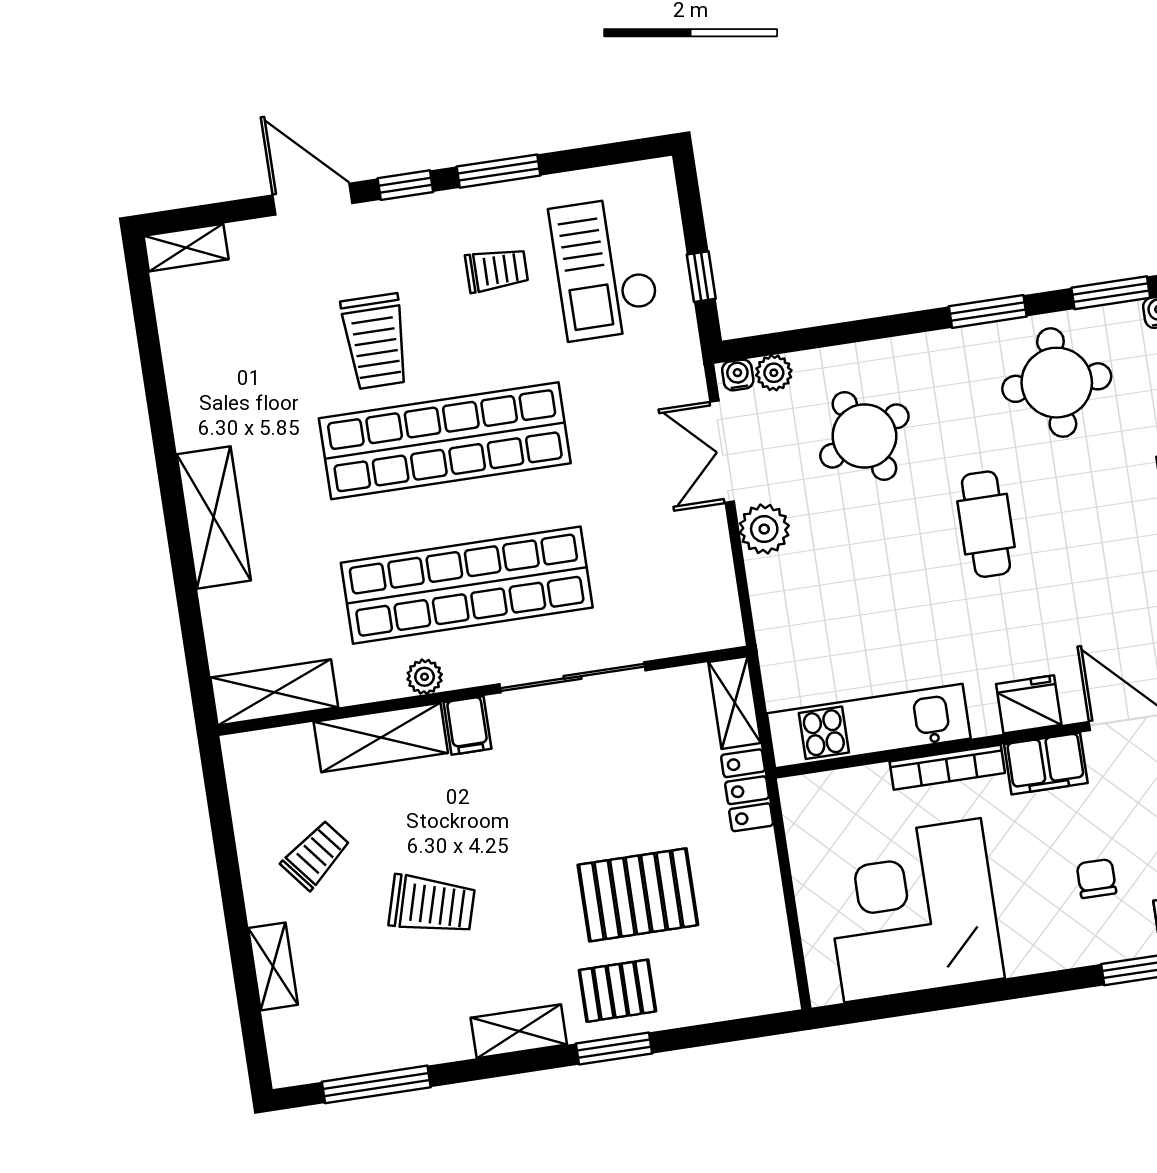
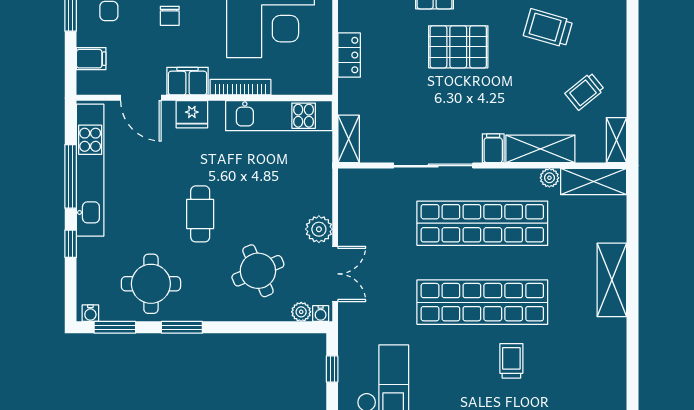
trolley: (497, 270) -> (441, 389), removed
trolley: (375, 341) -> (511, 361), width x0.73, depth x0.72
plant: (425, 677) -> (549, 178), moved
locker: (747, 790) -> (349, 55), moved
pallet: (638, 895) -> (458, 47), moved
trolley: (432, 905) -> (548, 28), moved
shelving: (273, 966) -> (616, 140), moved

